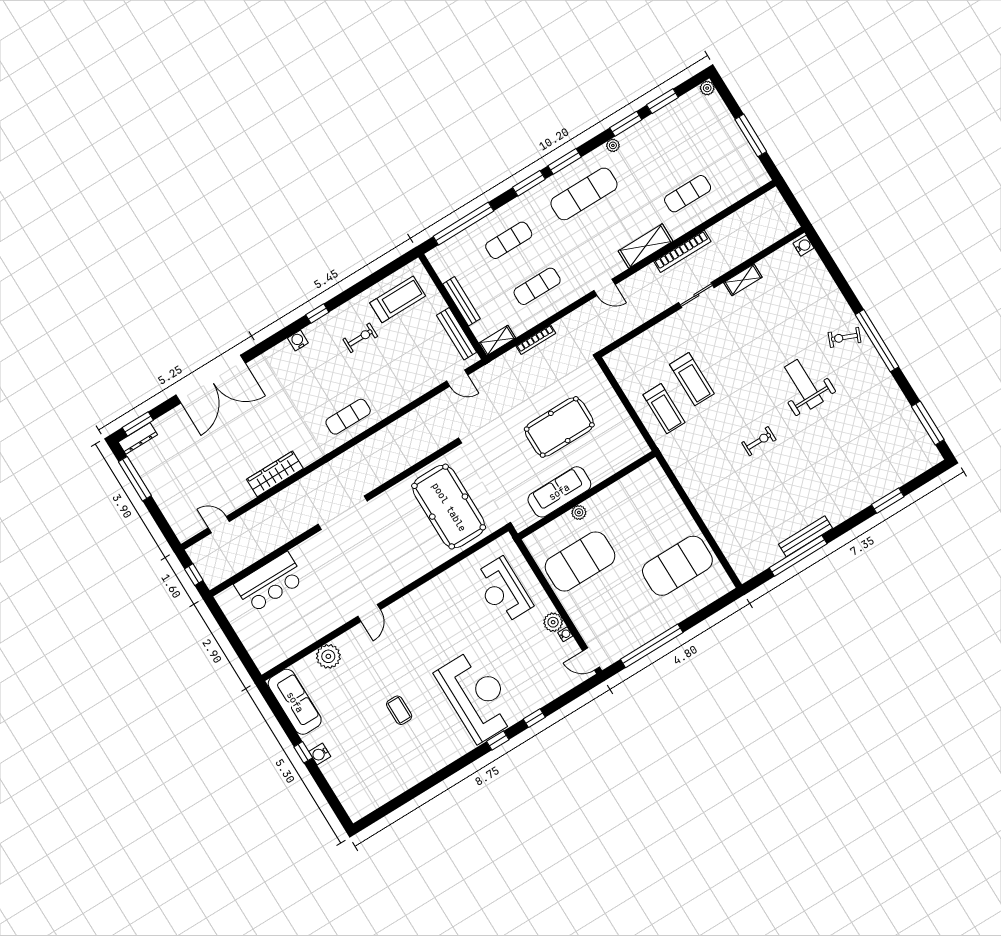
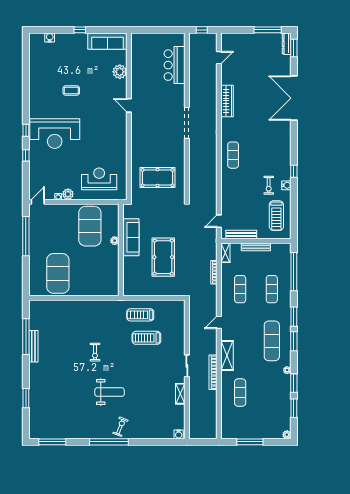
water cooler: (298, 341) -> (286, 185), moved
pool table: (449, 507) -> (158, 178), width x0.73, depth x0.76
water cooler: (320, 754) -> (50, 37), moved

